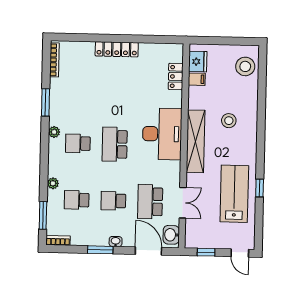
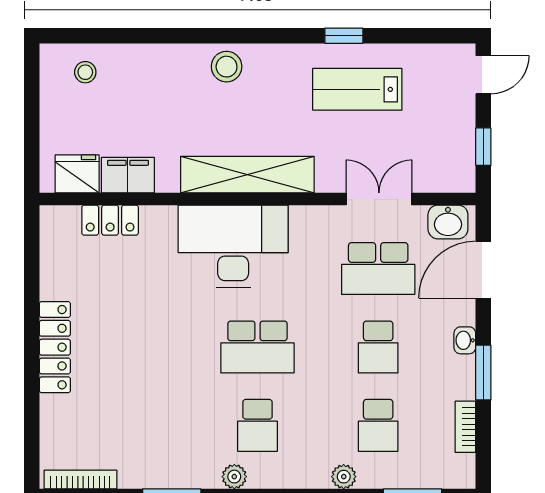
stool: (245, 66) -> (85, 72), width x0.53, depth x0.53
filing cabinet: (197, 79) -> (128, 175), width x2.00
stool: (229, 121) -> (227, 67), moved
lab bench: (234, 194) -> (357, 89), width x0.73, depth x0.72
bookcase: (58, 240) -> (465, 427), moved

